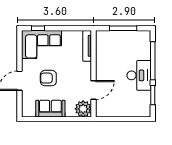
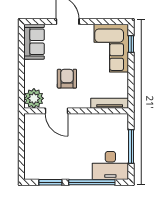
desk: (139, 75) -> (110, 166), moved
armchair: (48, 78) -> (67, 79), moved
sofa: (50, 109) -> (34, 42), moved

